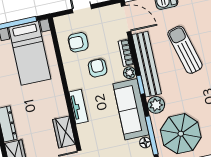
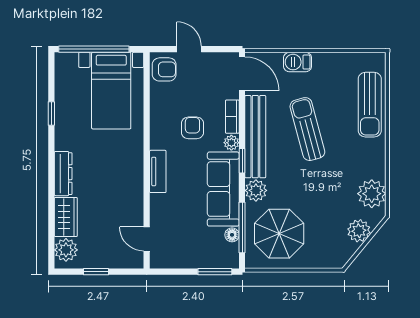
armchair: (78, 42) -> (164, 69), moved, turned 180
wardrobe: (64, 132) -> (133, 199), removed

